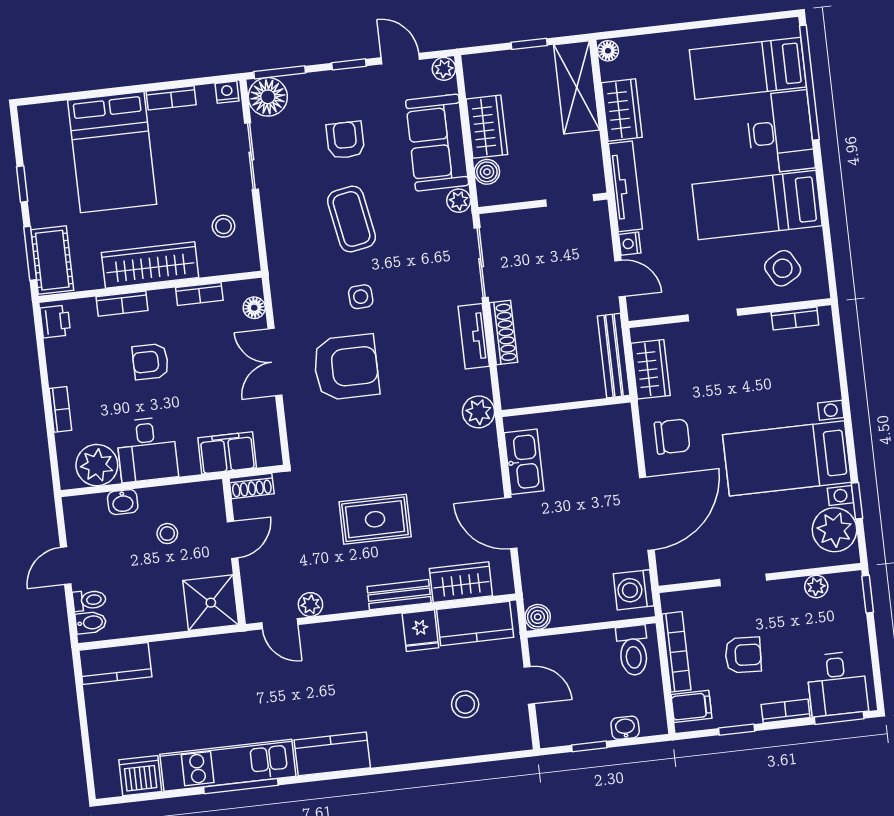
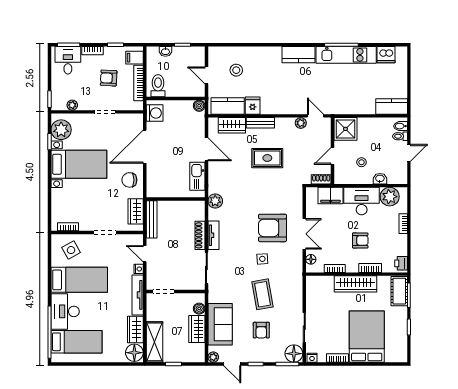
floor lamp: (608, 51) -> (134, 353), width x1.89, depth x1.89
plant: (459, 201) -> (213, 297), removed
stool: (224, 226) -> (320, 298), removed
desk: (147, 449) -> (362, 201), width x1.37

